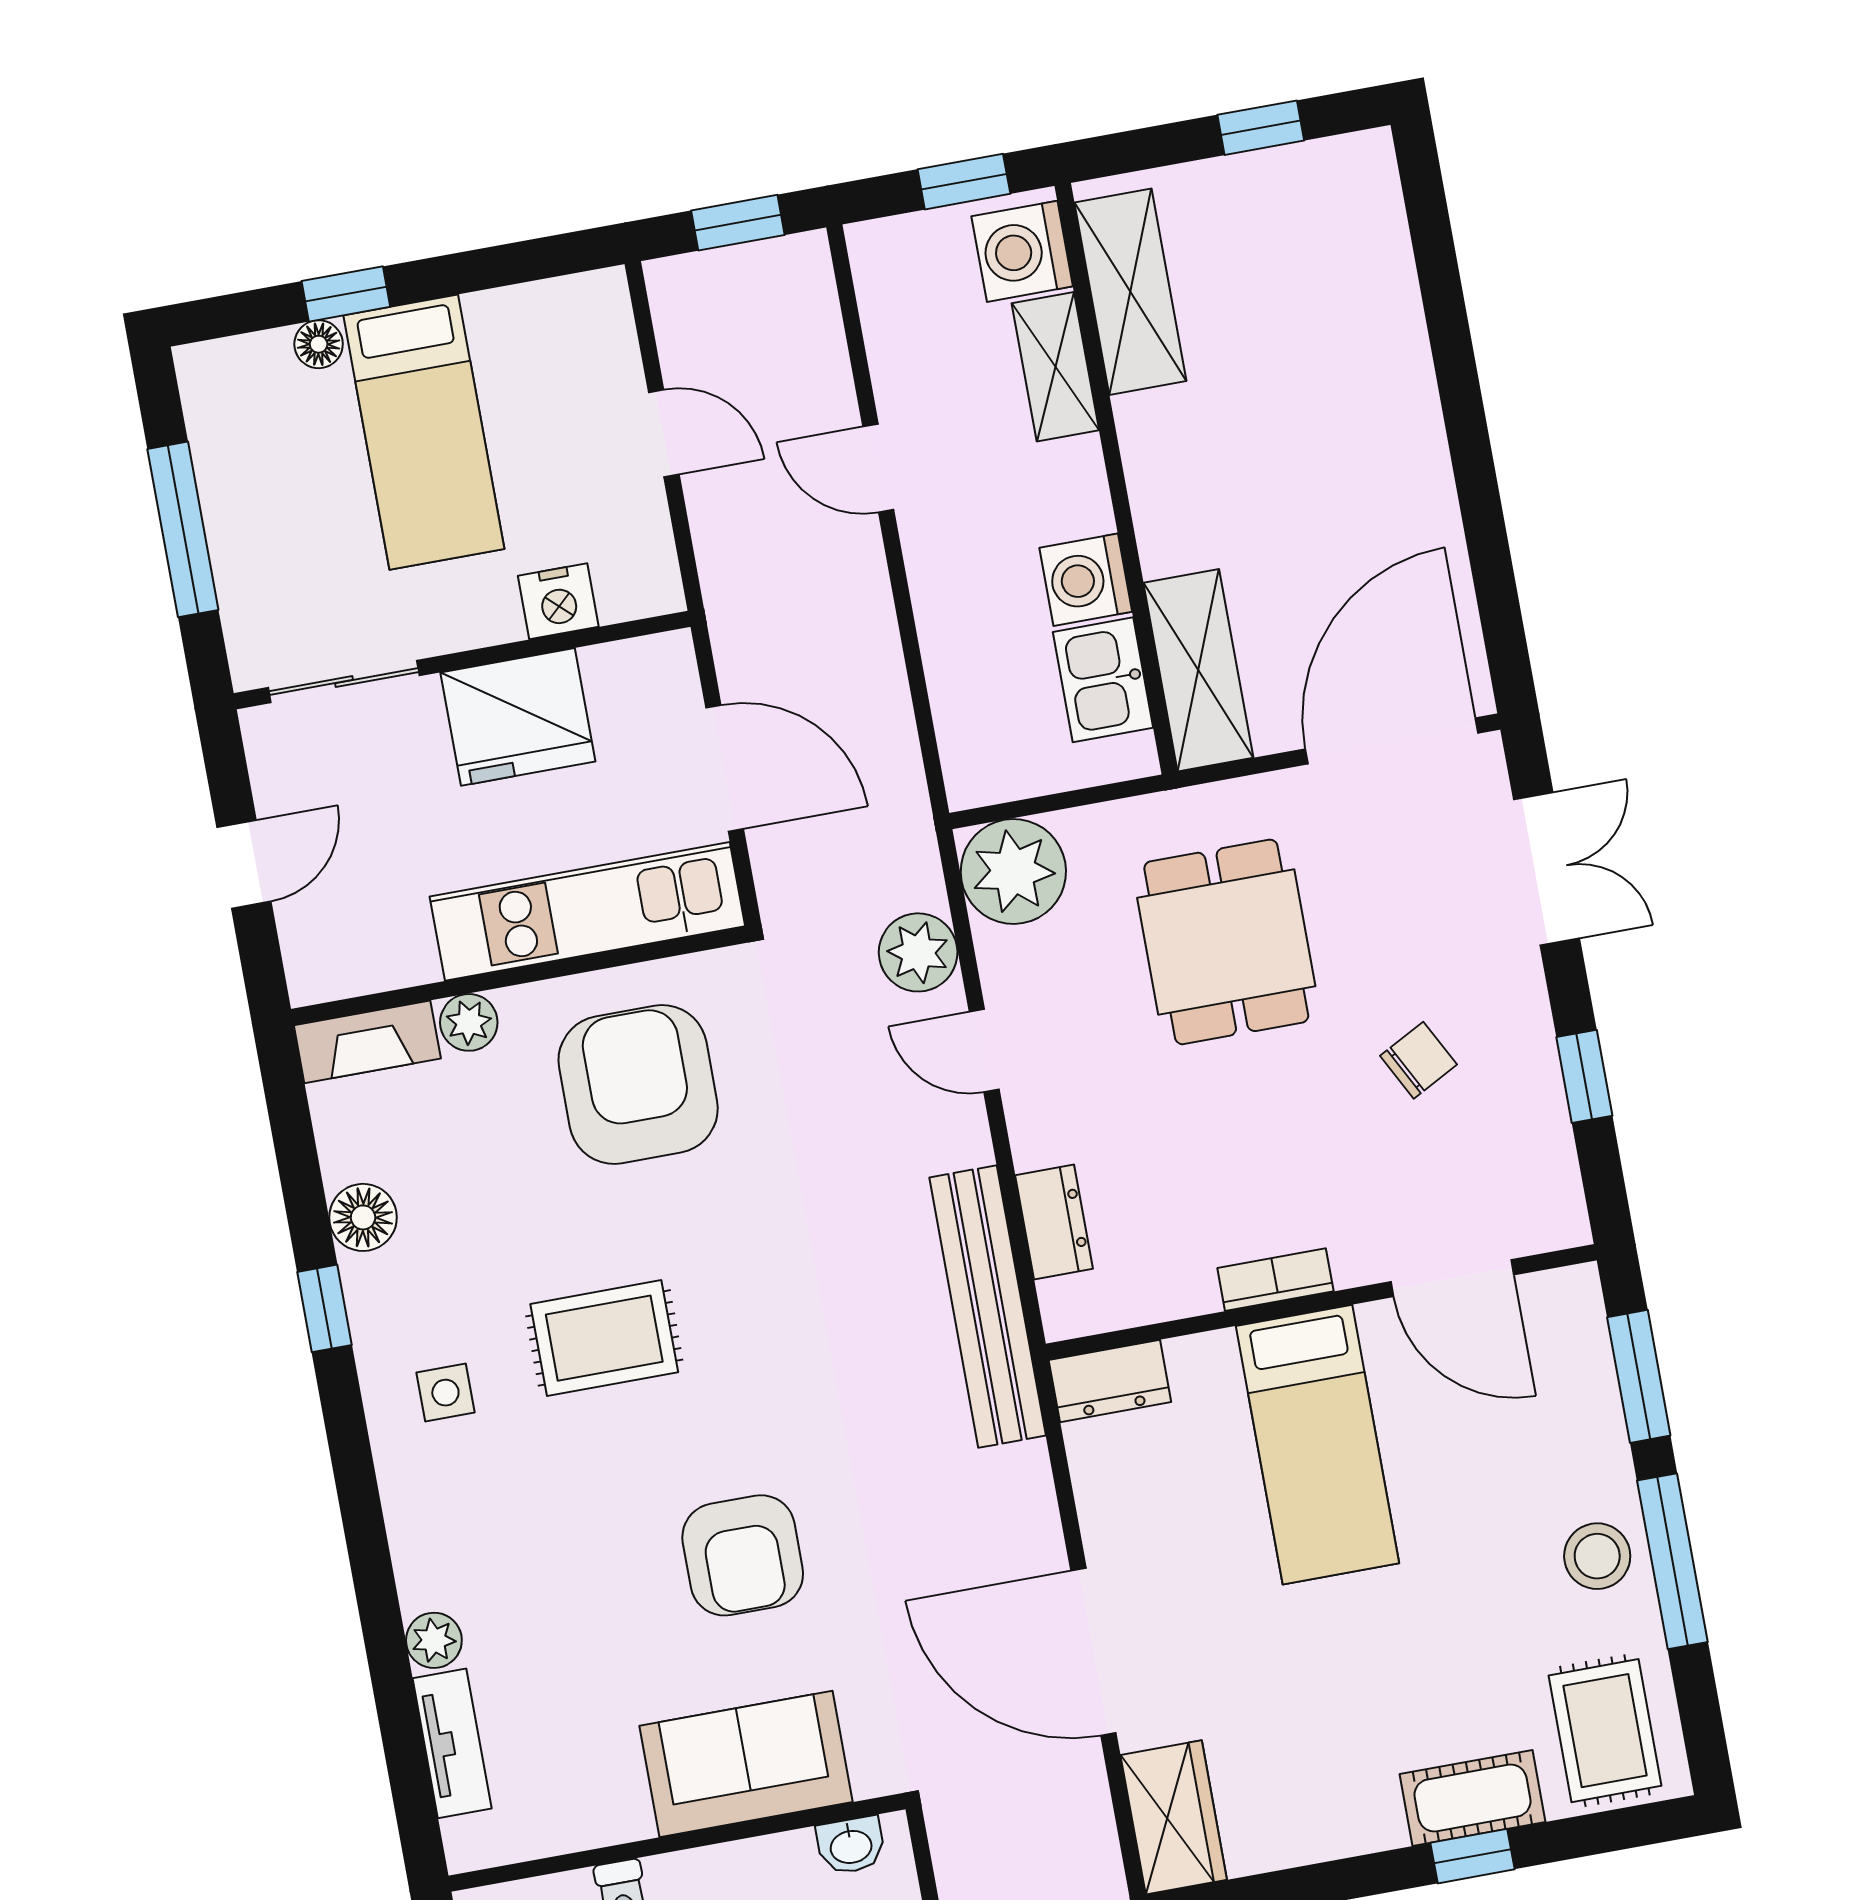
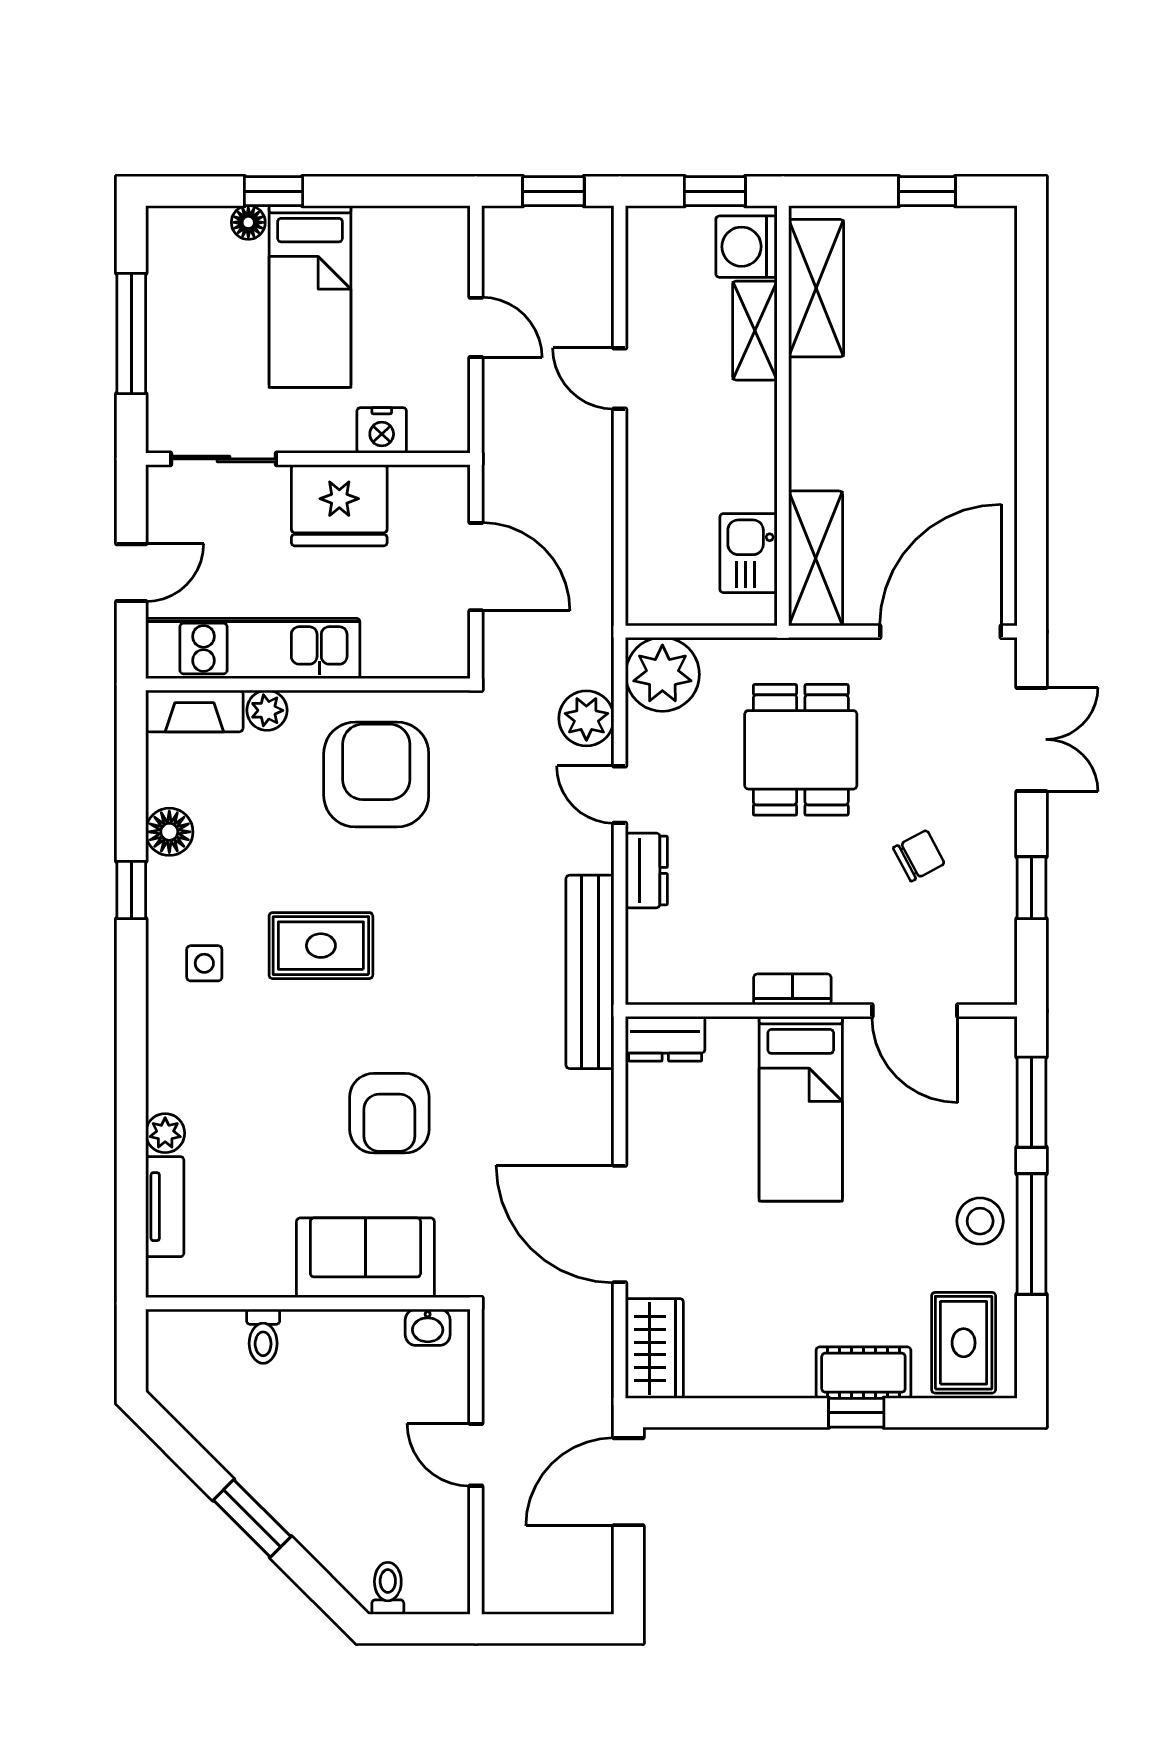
washing machine: (1086, 580) -> (749, 482), removed
kitchen unit: (587, 911) -> (253, 648), moved
dresser: (1054, 1222) -> (646, 870), moved

